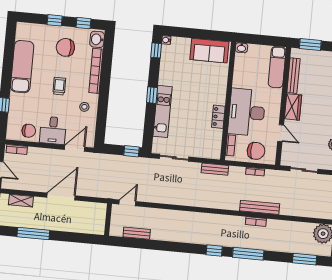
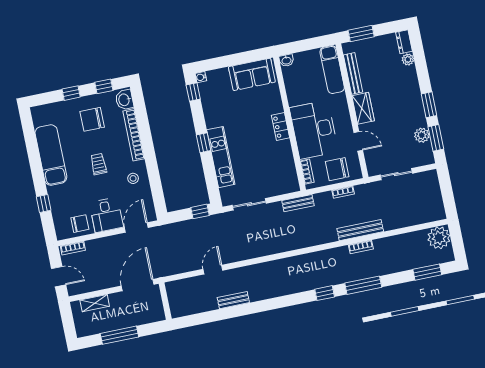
locker: (218, 117) -> (280, 127), moved
chair: (256, 151) -> (337, 169), turned 180
wall: (108, 219) -> (165, 301), moved

